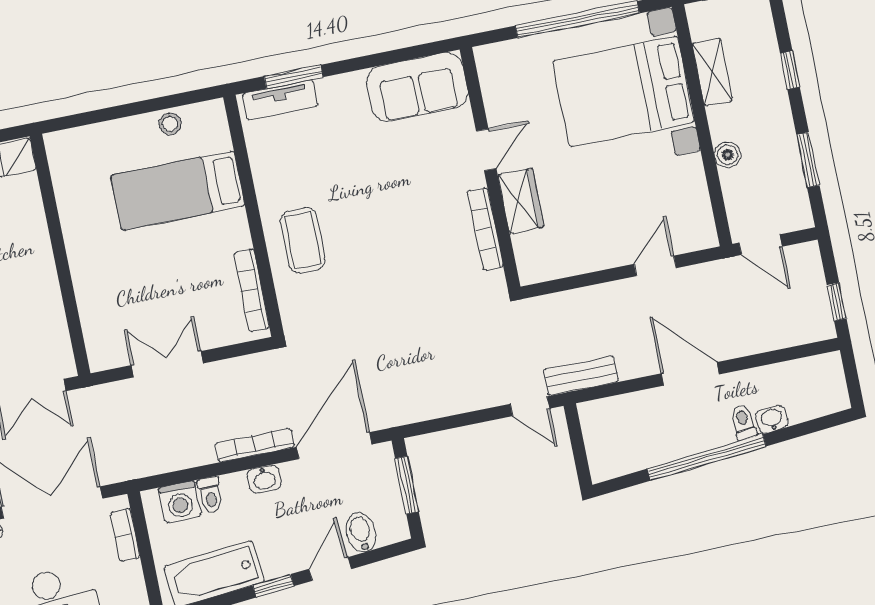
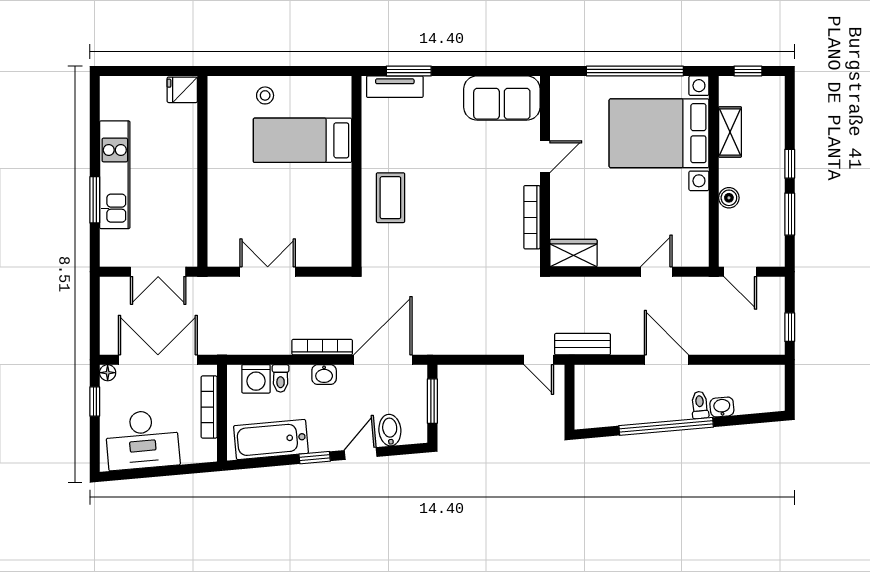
window: (790, 70) -> (790, 164), moved
stool: (170, 124) -> (265, 95), moved
wardrobe: (521, 201) -> (573, 253), moved, turned -90
bookcase: (252, 290) -> (344, 228), removed
bookcase: (125, 535) -> (209, 407), width x1.56

